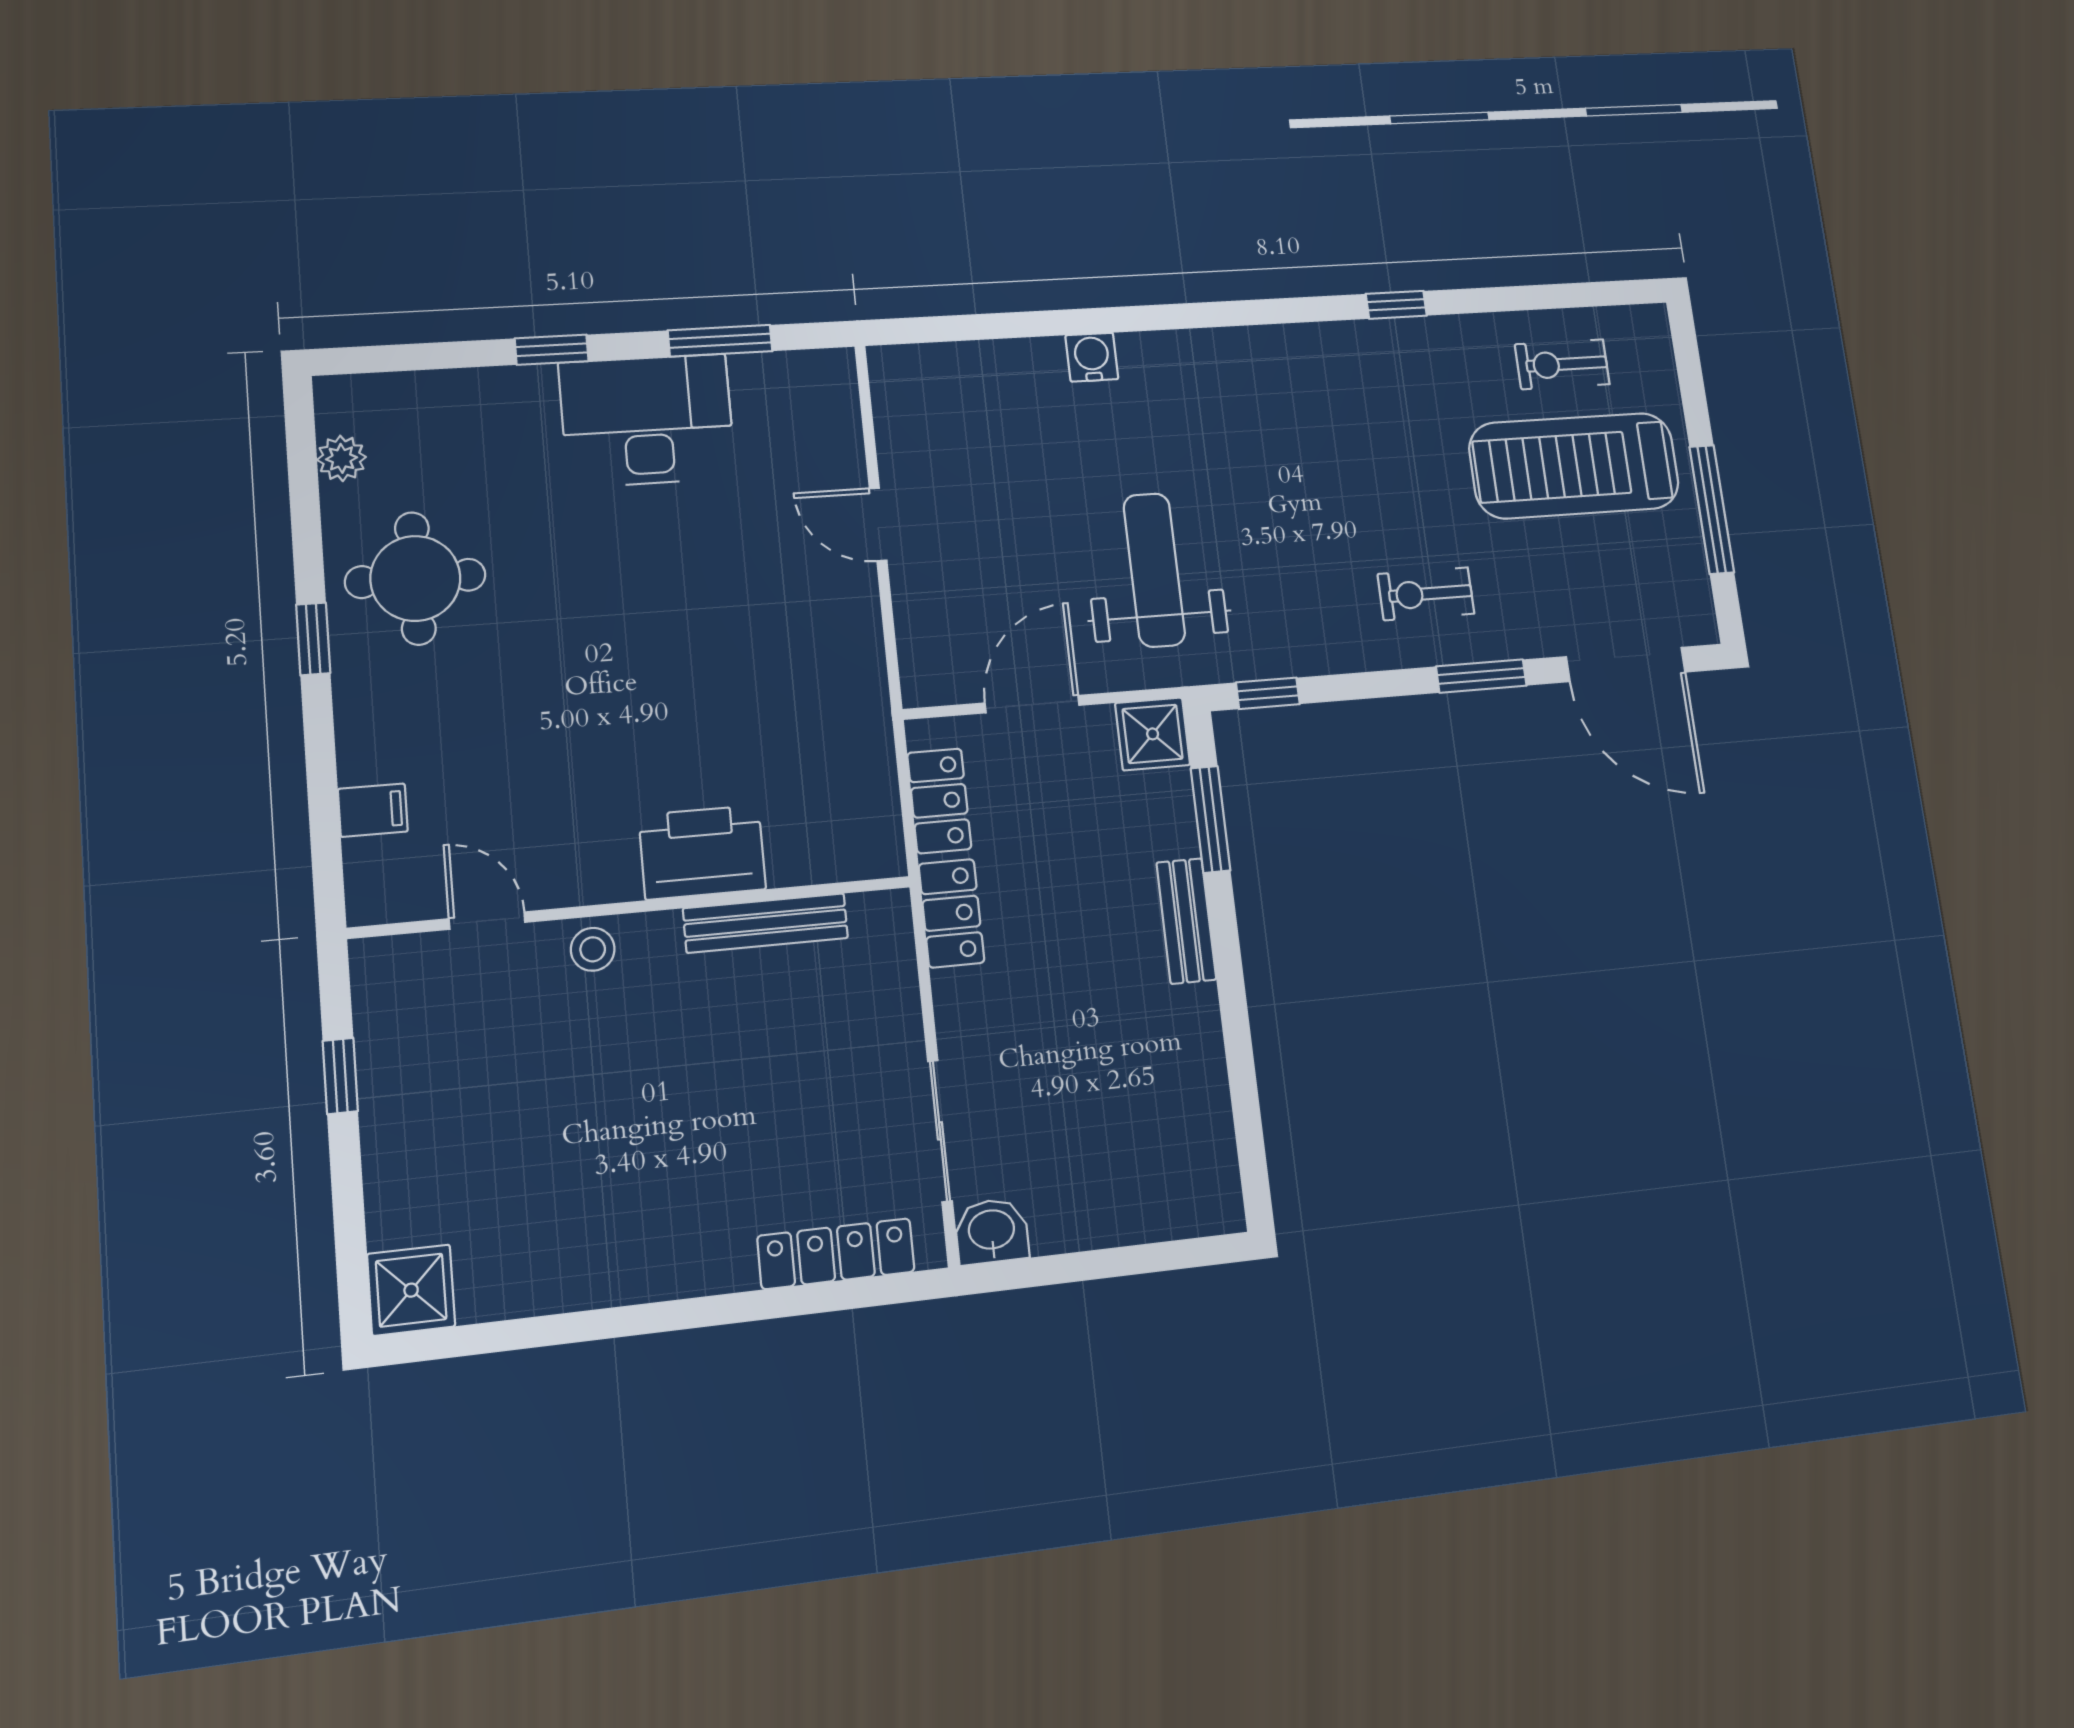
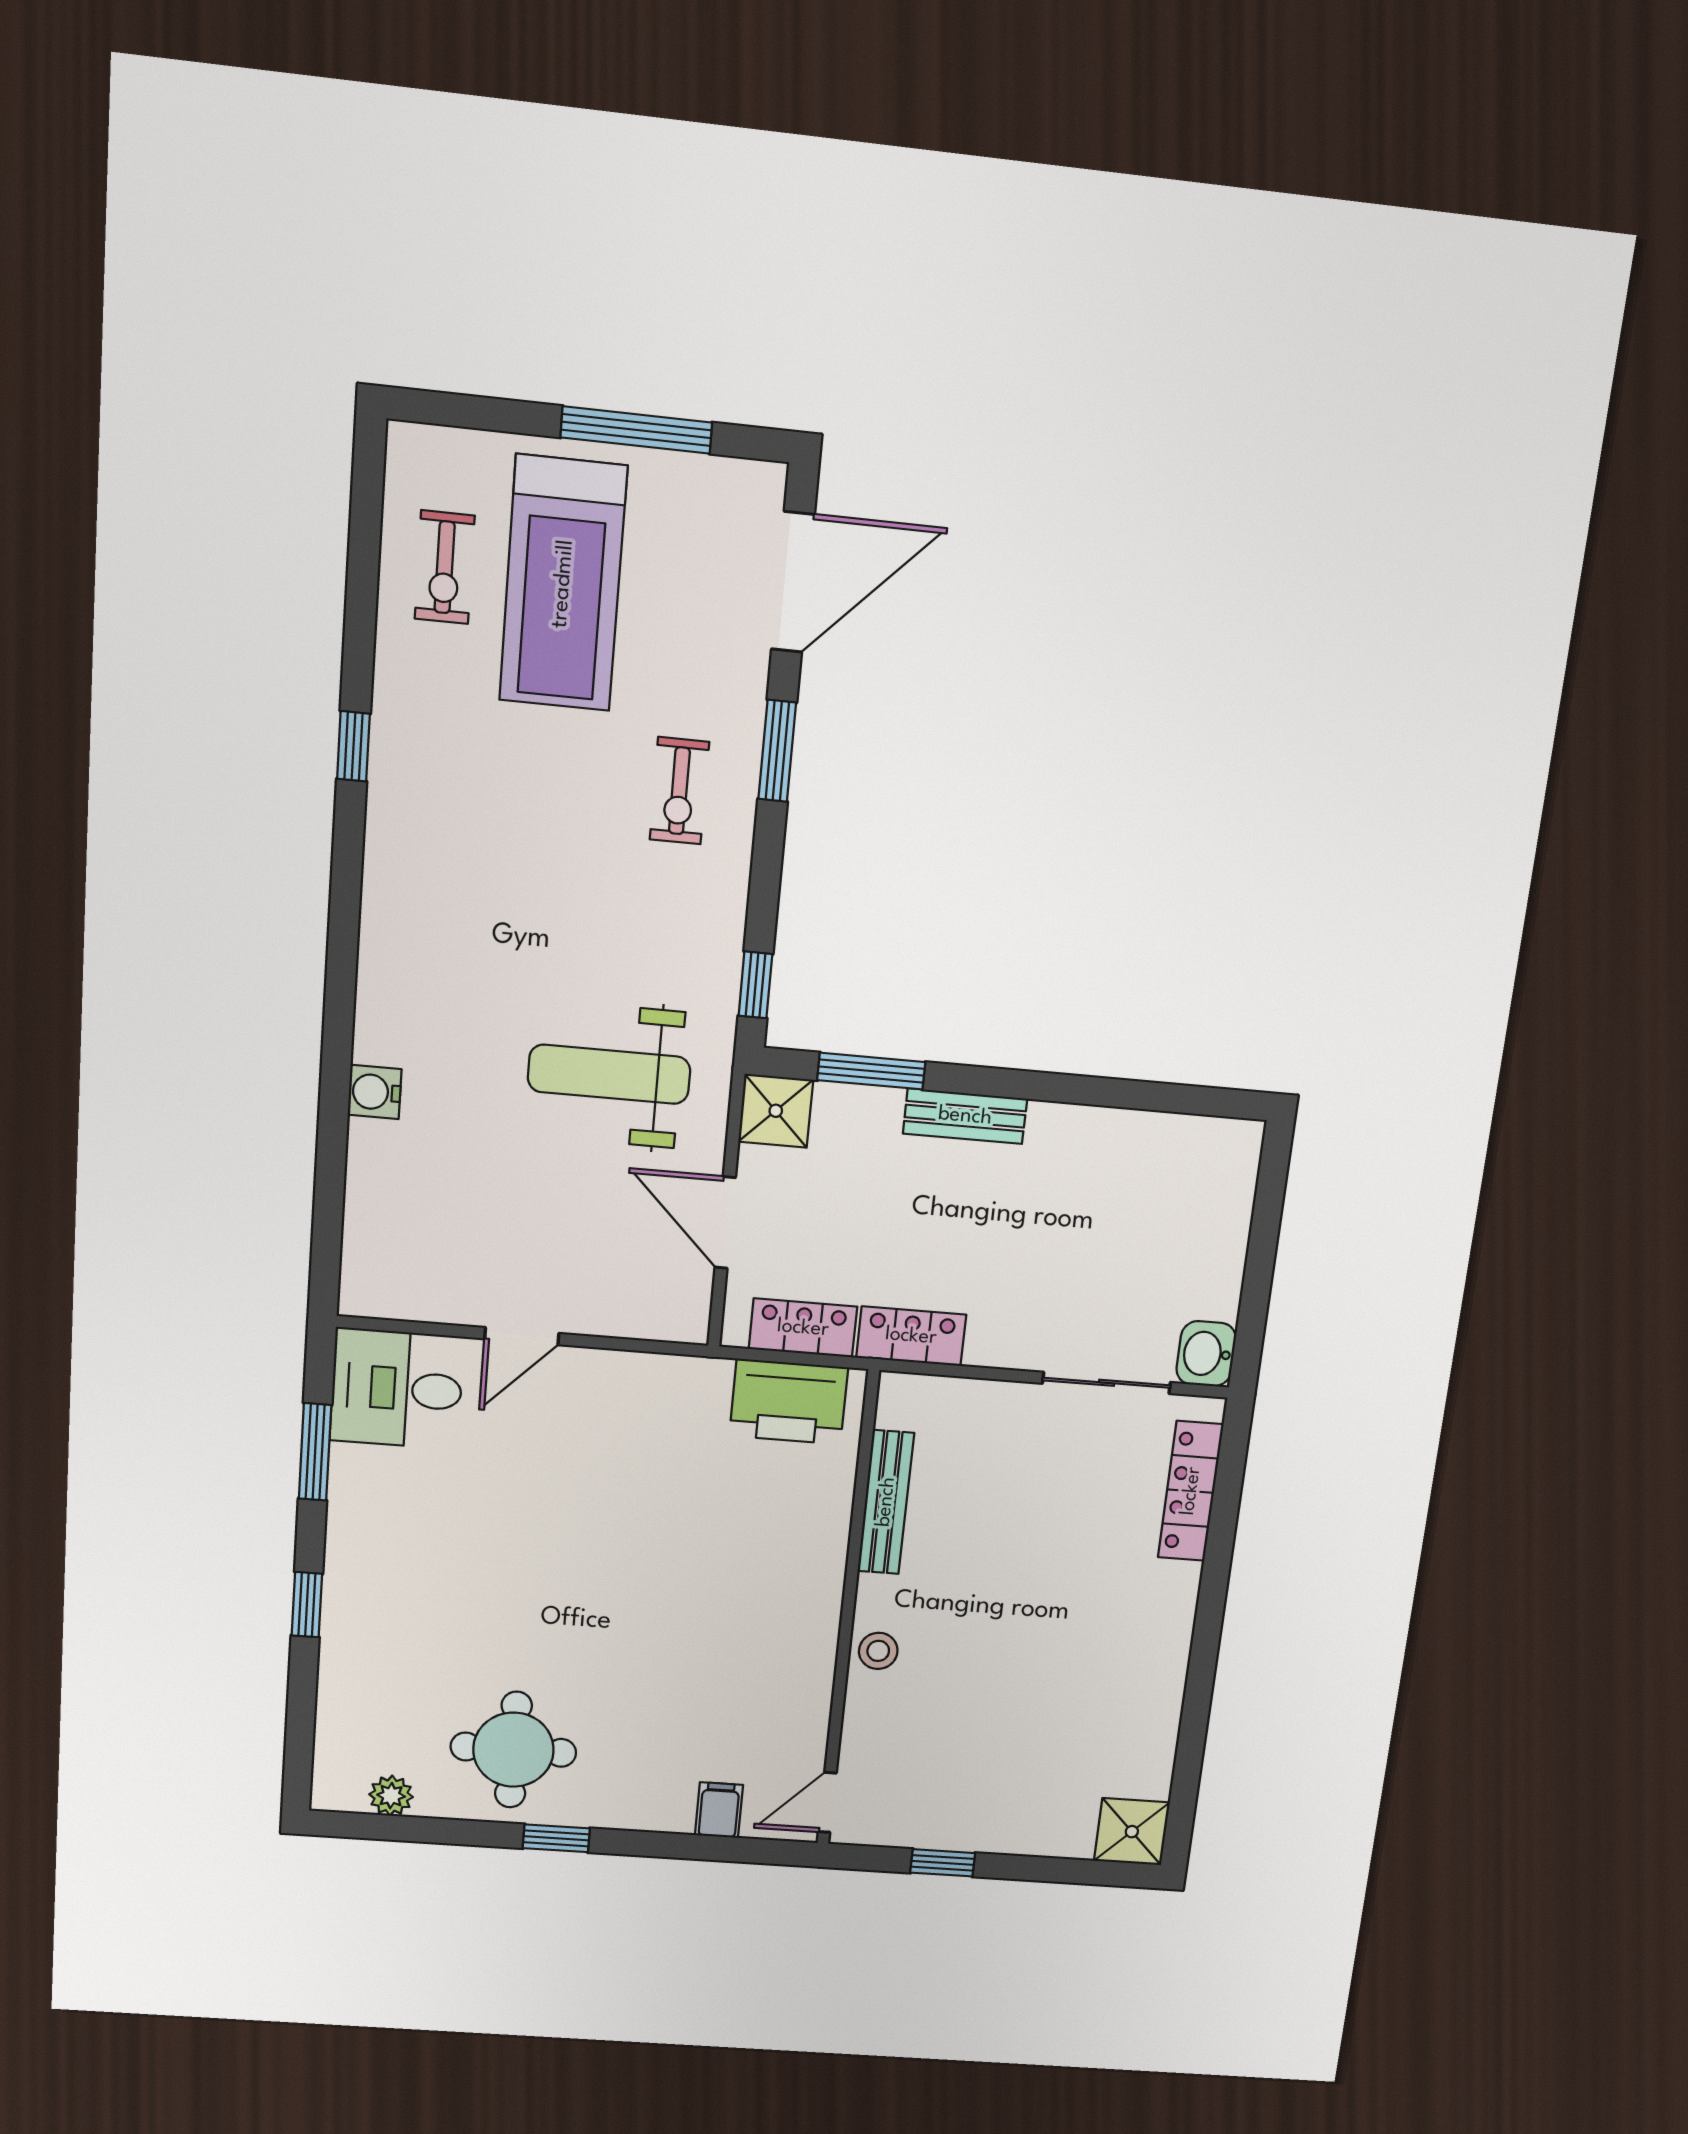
desk: (647, 420) -> (397, 1389), moved, width x0.73
printer: (702, 852) -> (789, 1402), moved, turned -90
door: (487, 921) -> (827, 1802), moved

